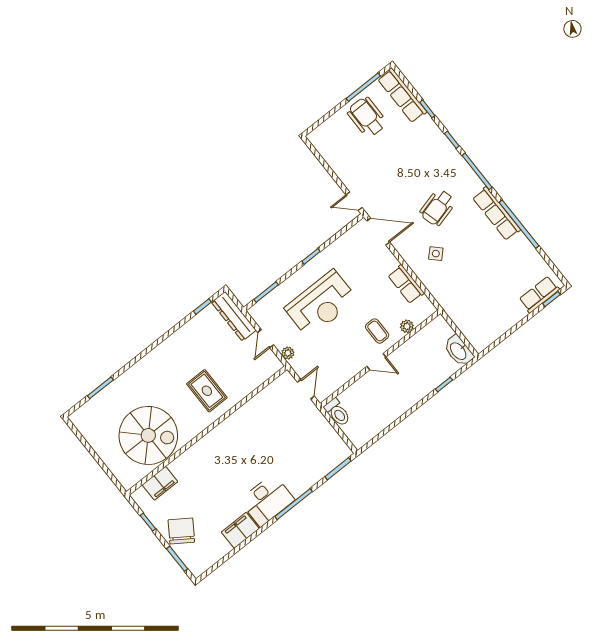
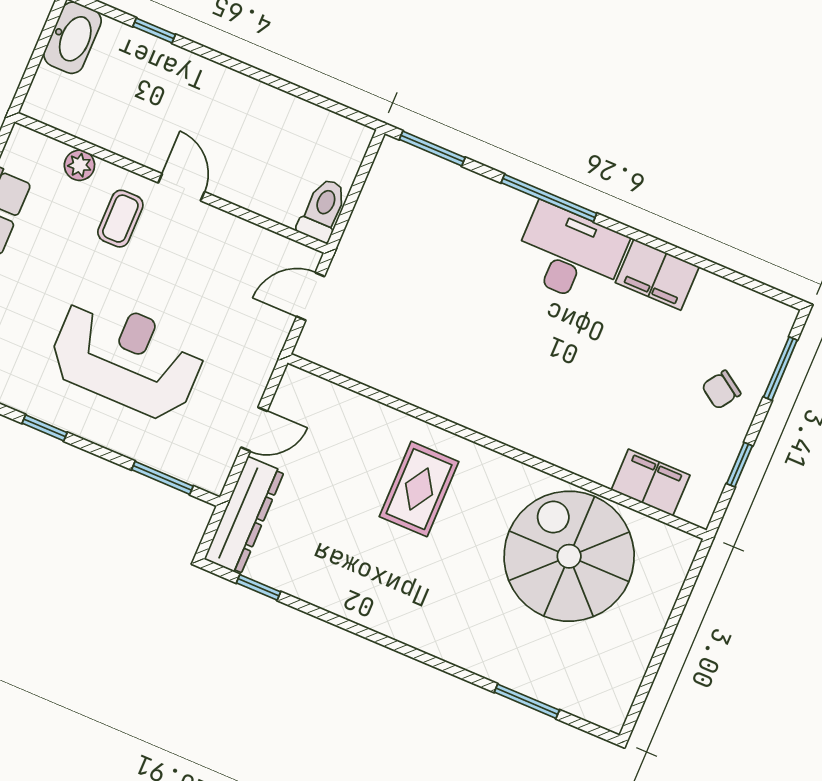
plant: (288, 353) -> (259, 370), removed
chair: (181, 531) -> (721, 390), width x0.54, depth x0.54

